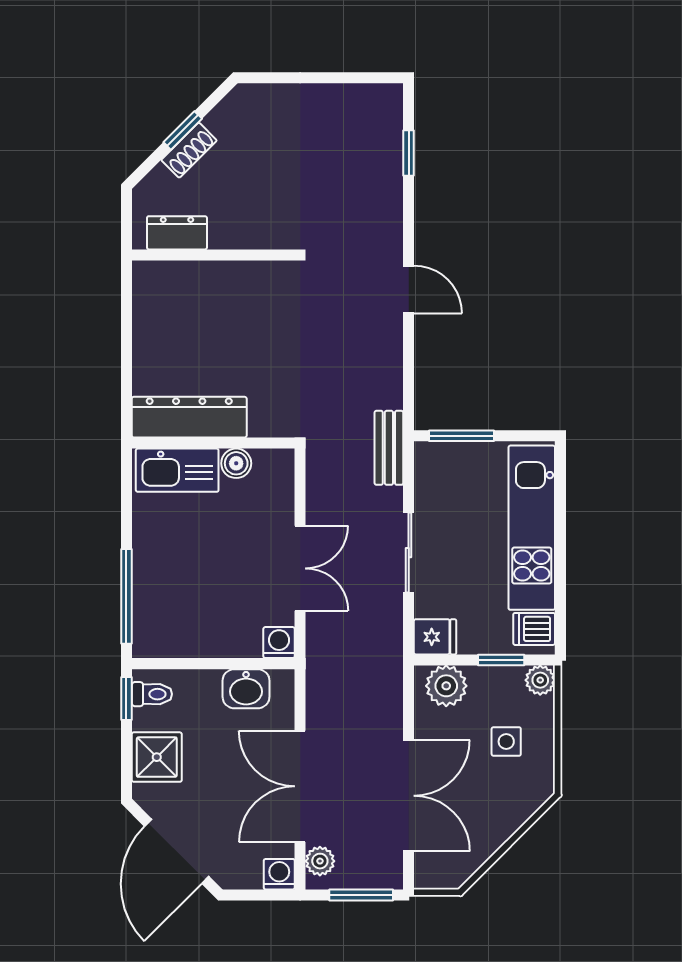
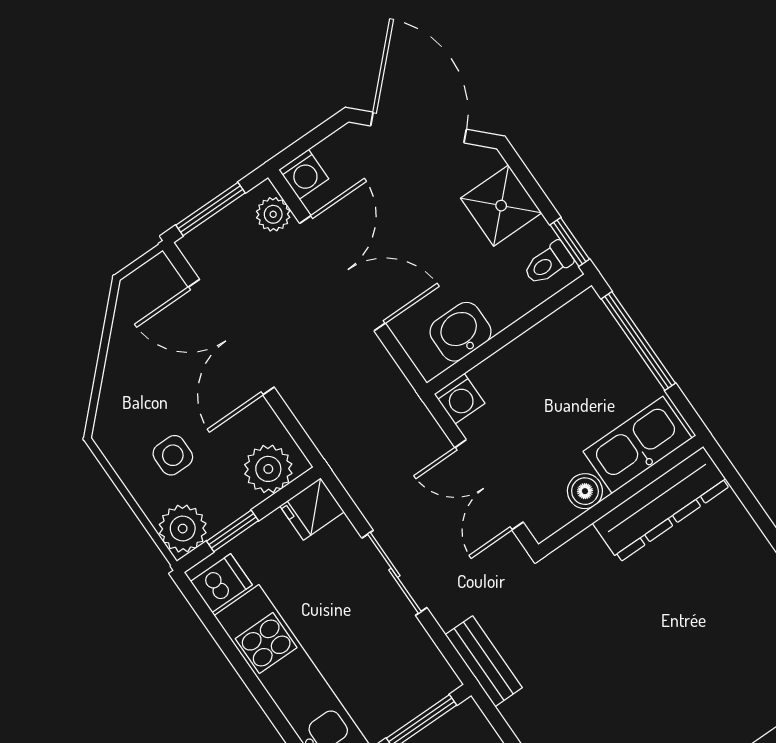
dresser: (189, 417) -> (661, 504), moved
wall: (213, 443) -> (621, 495), moved
boiler: (236, 463) -> (585, 491), moved
kitchen sink: (177, 470) -> (638, 445), moved
plant: (540, 680) -> (183, 529), width x1.38, depth x1.38

